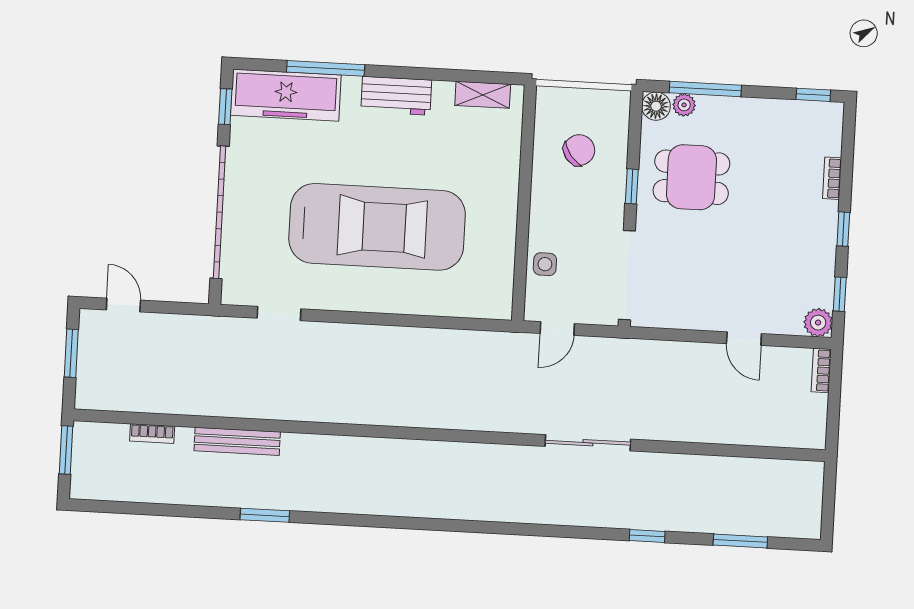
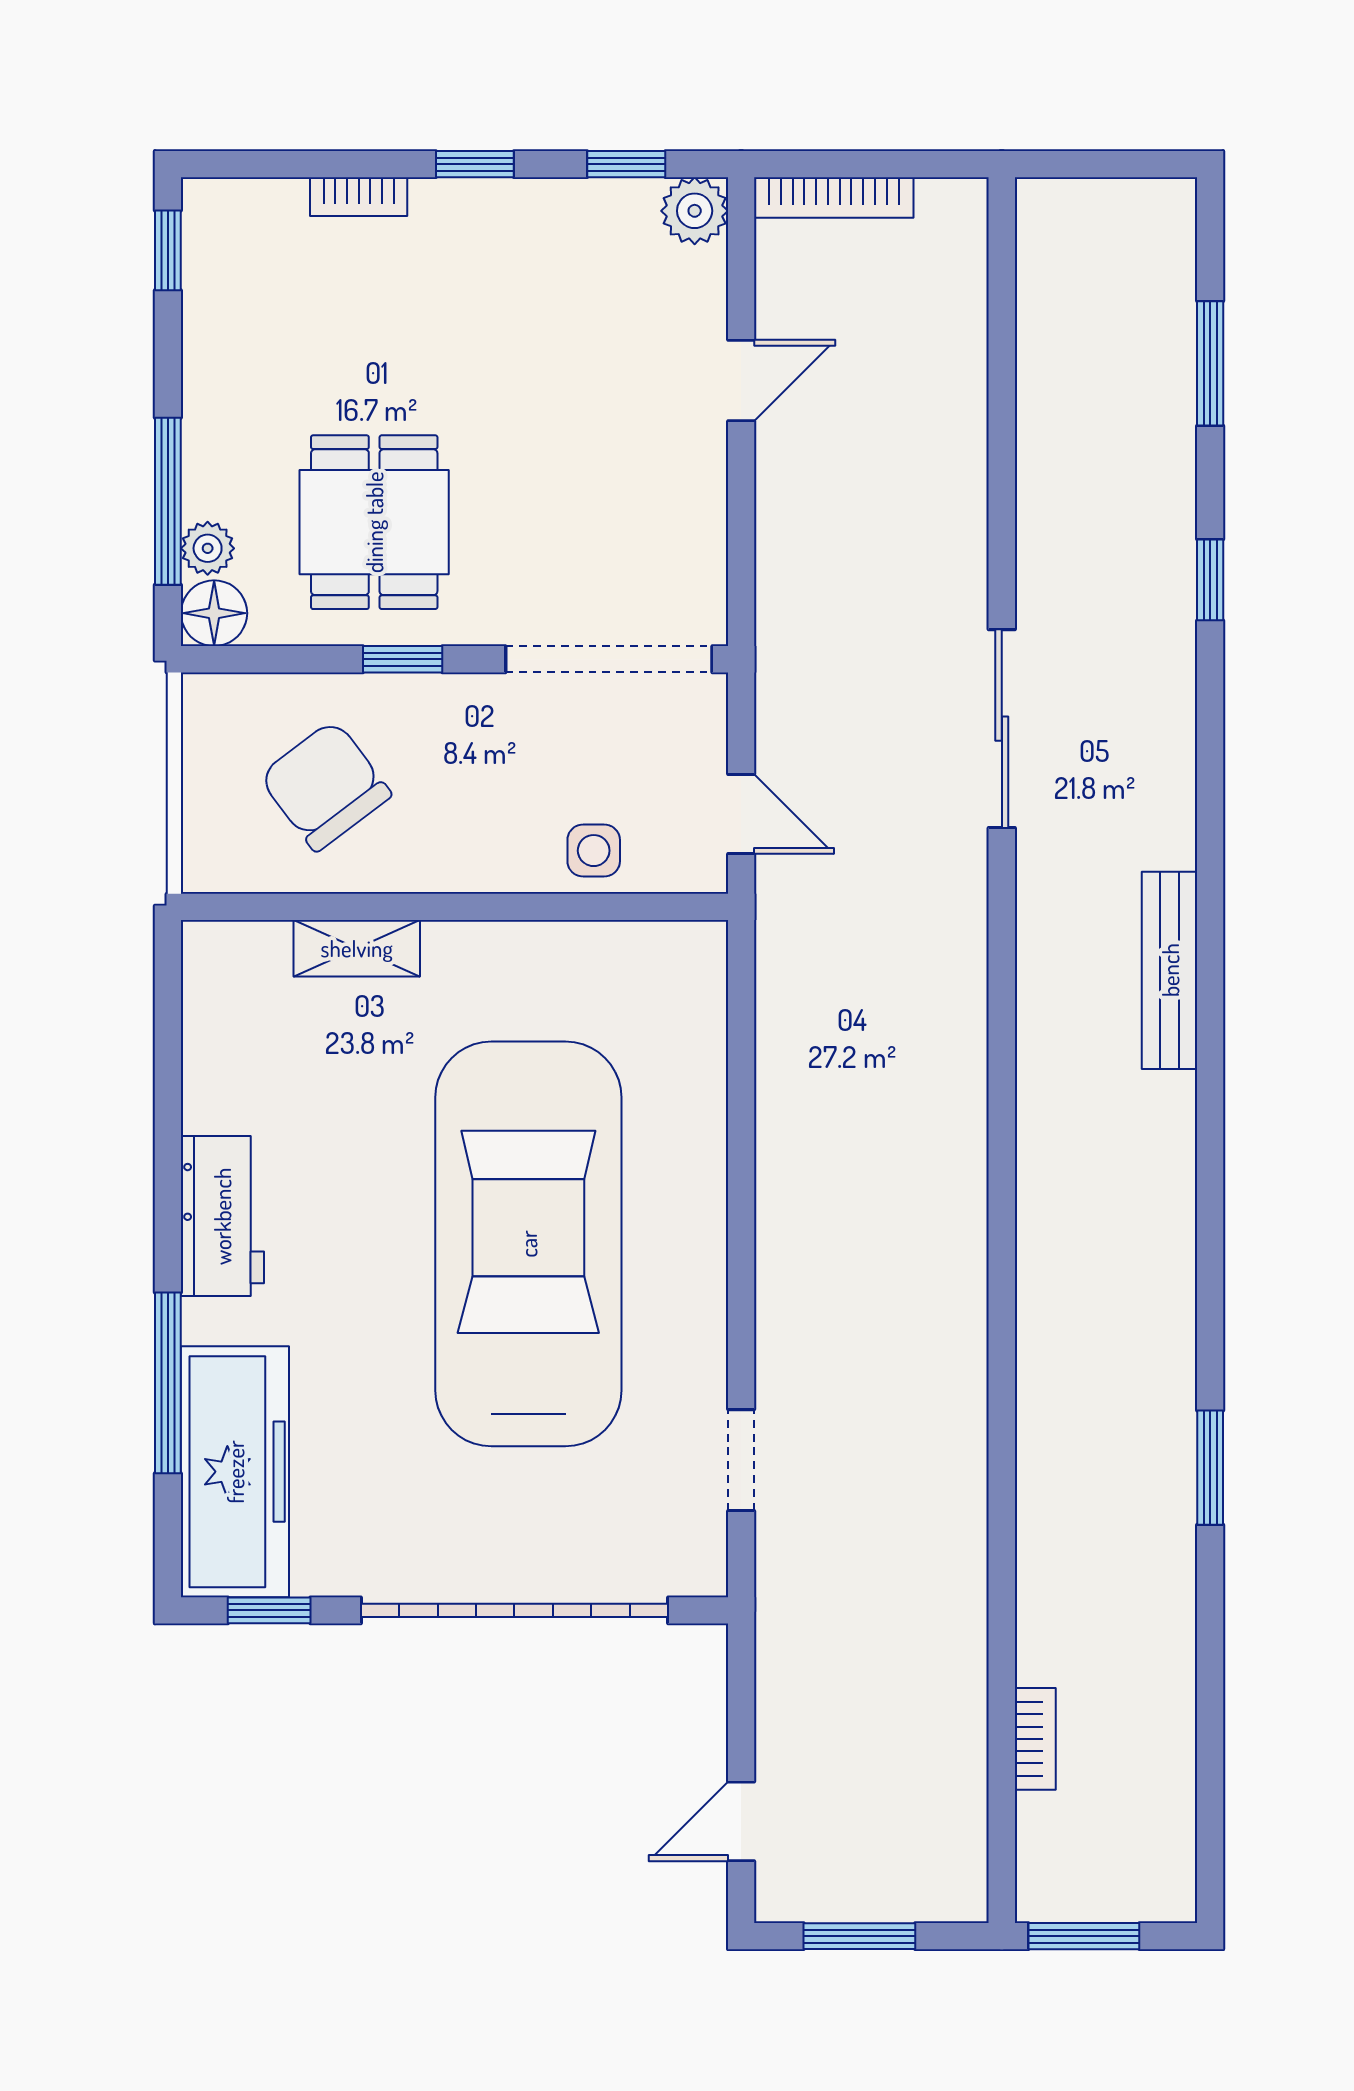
shelving: (483, 95) -> (357, 948), moved, turned 90
chair: (579, 150) -> (325, 786), width x1.37, depth x1.37
bookcase: (821, 370) -> (834, 198), width x1.56
bench: (237, 441) -> (1170, 970), moved

